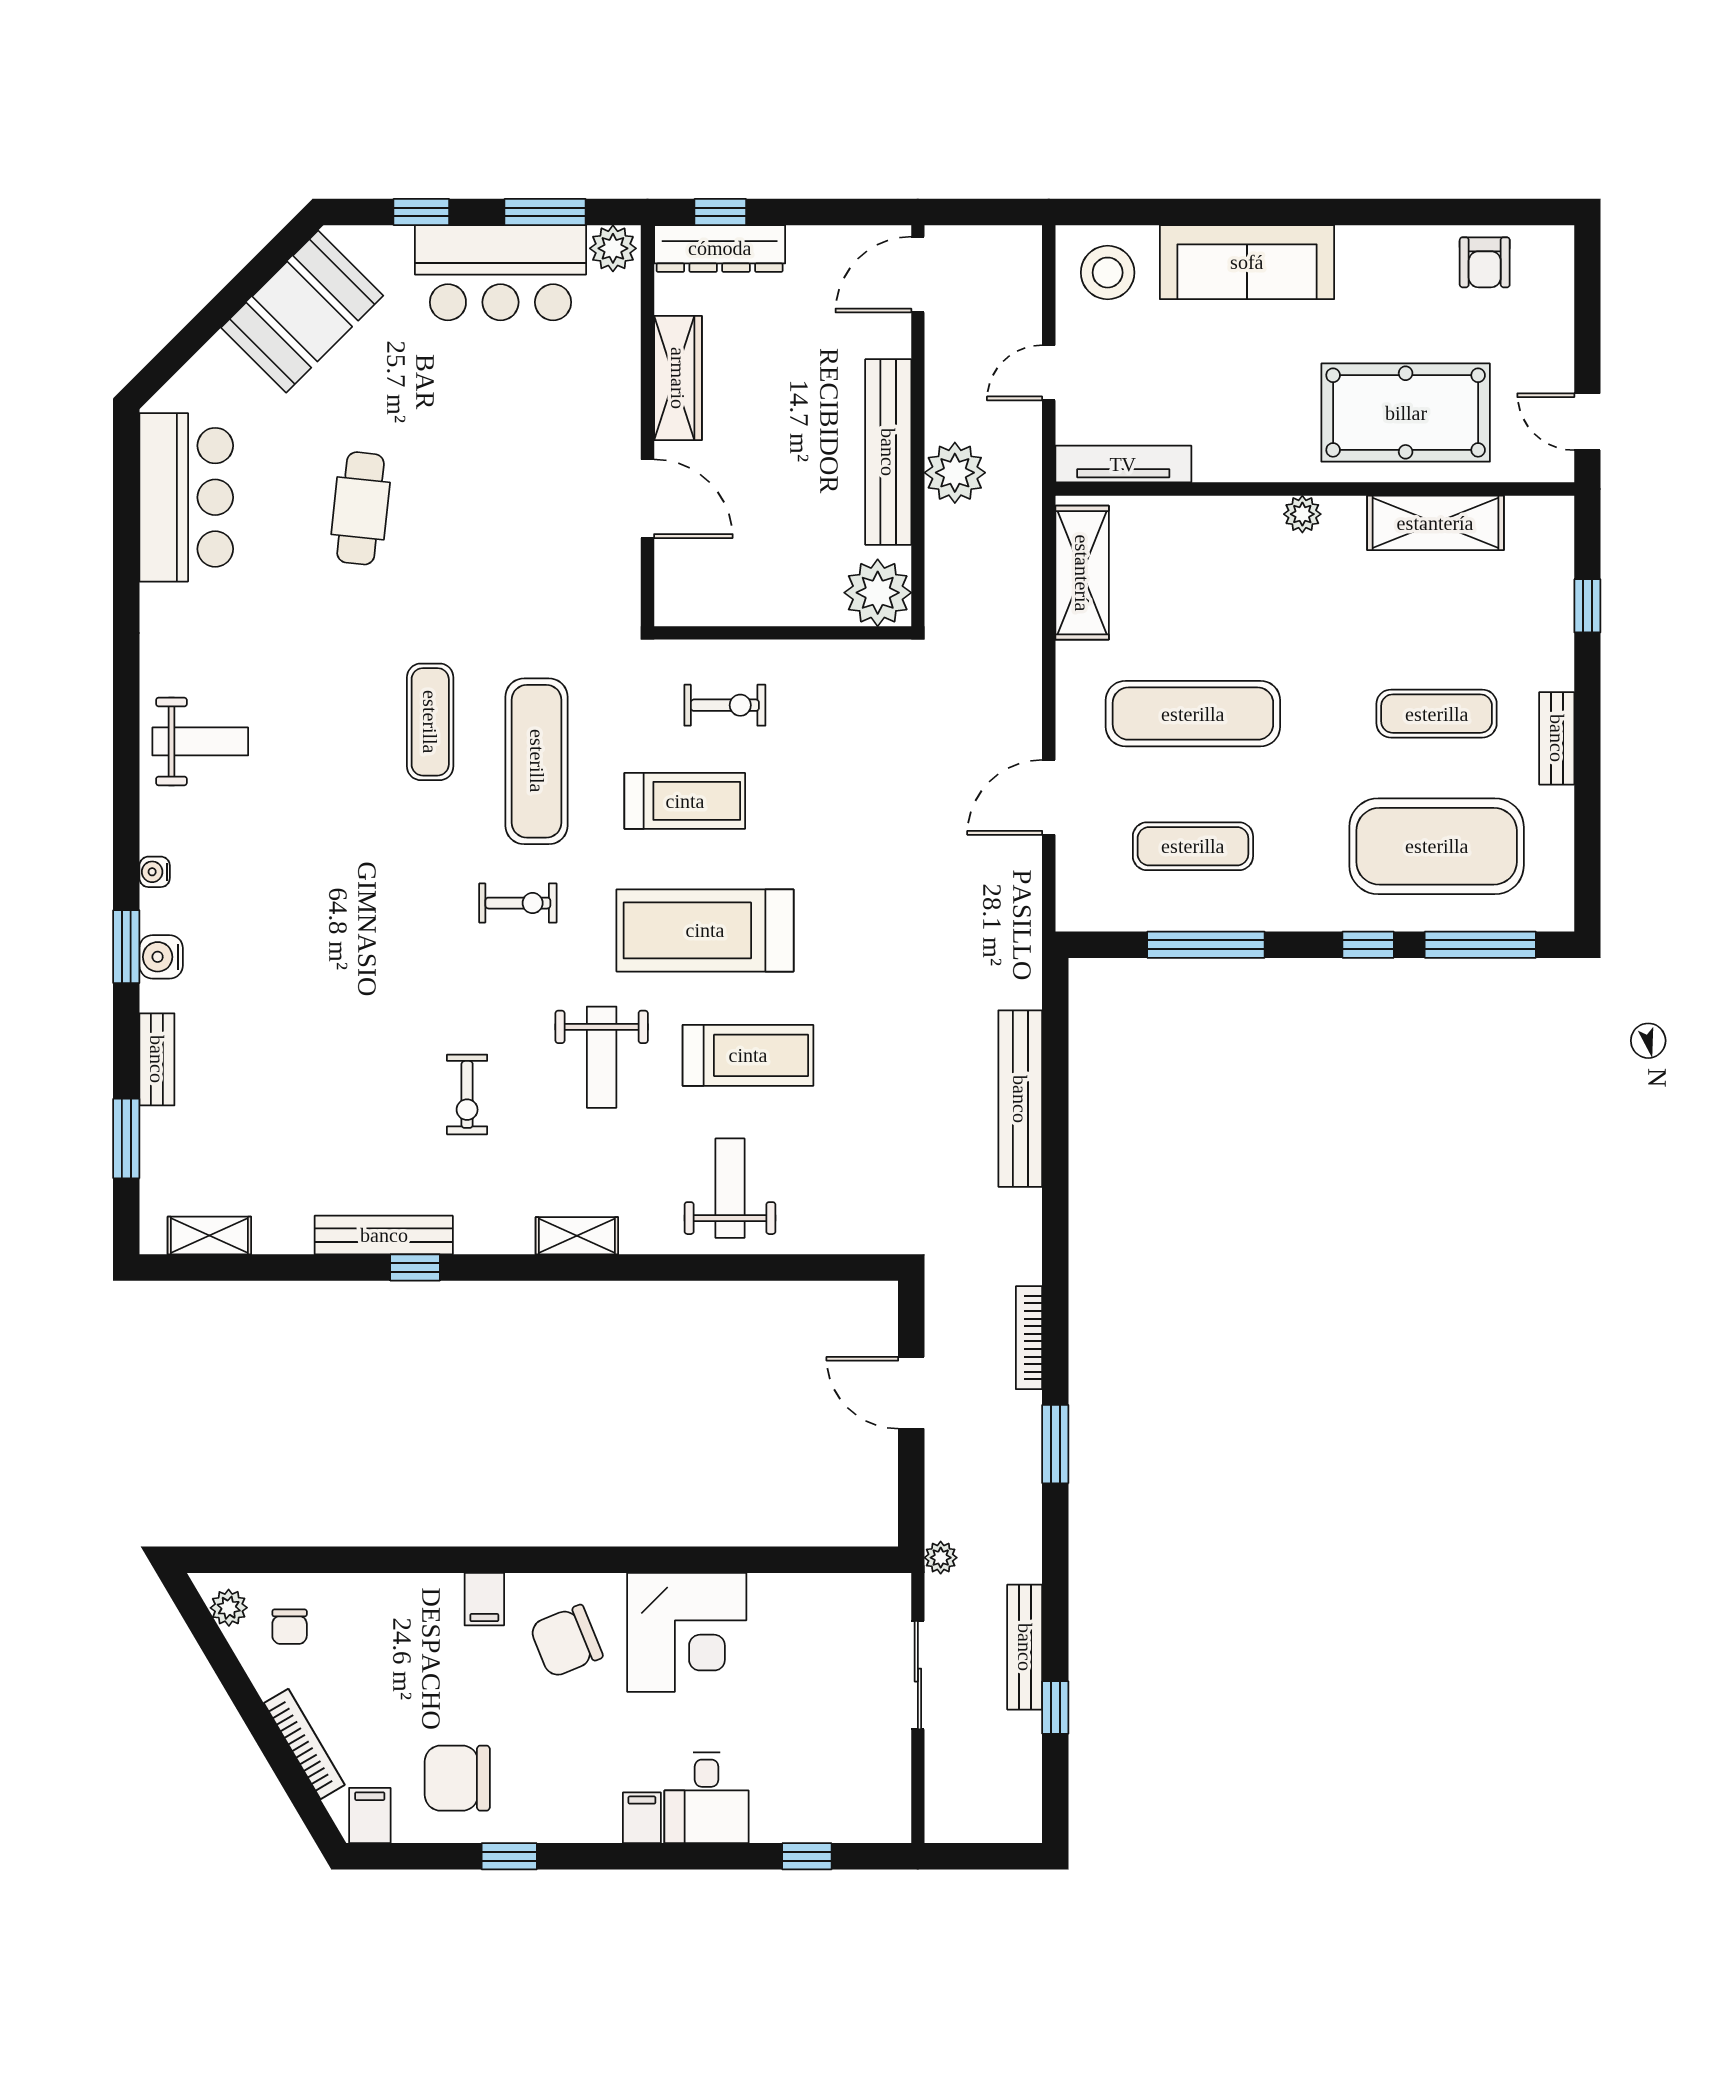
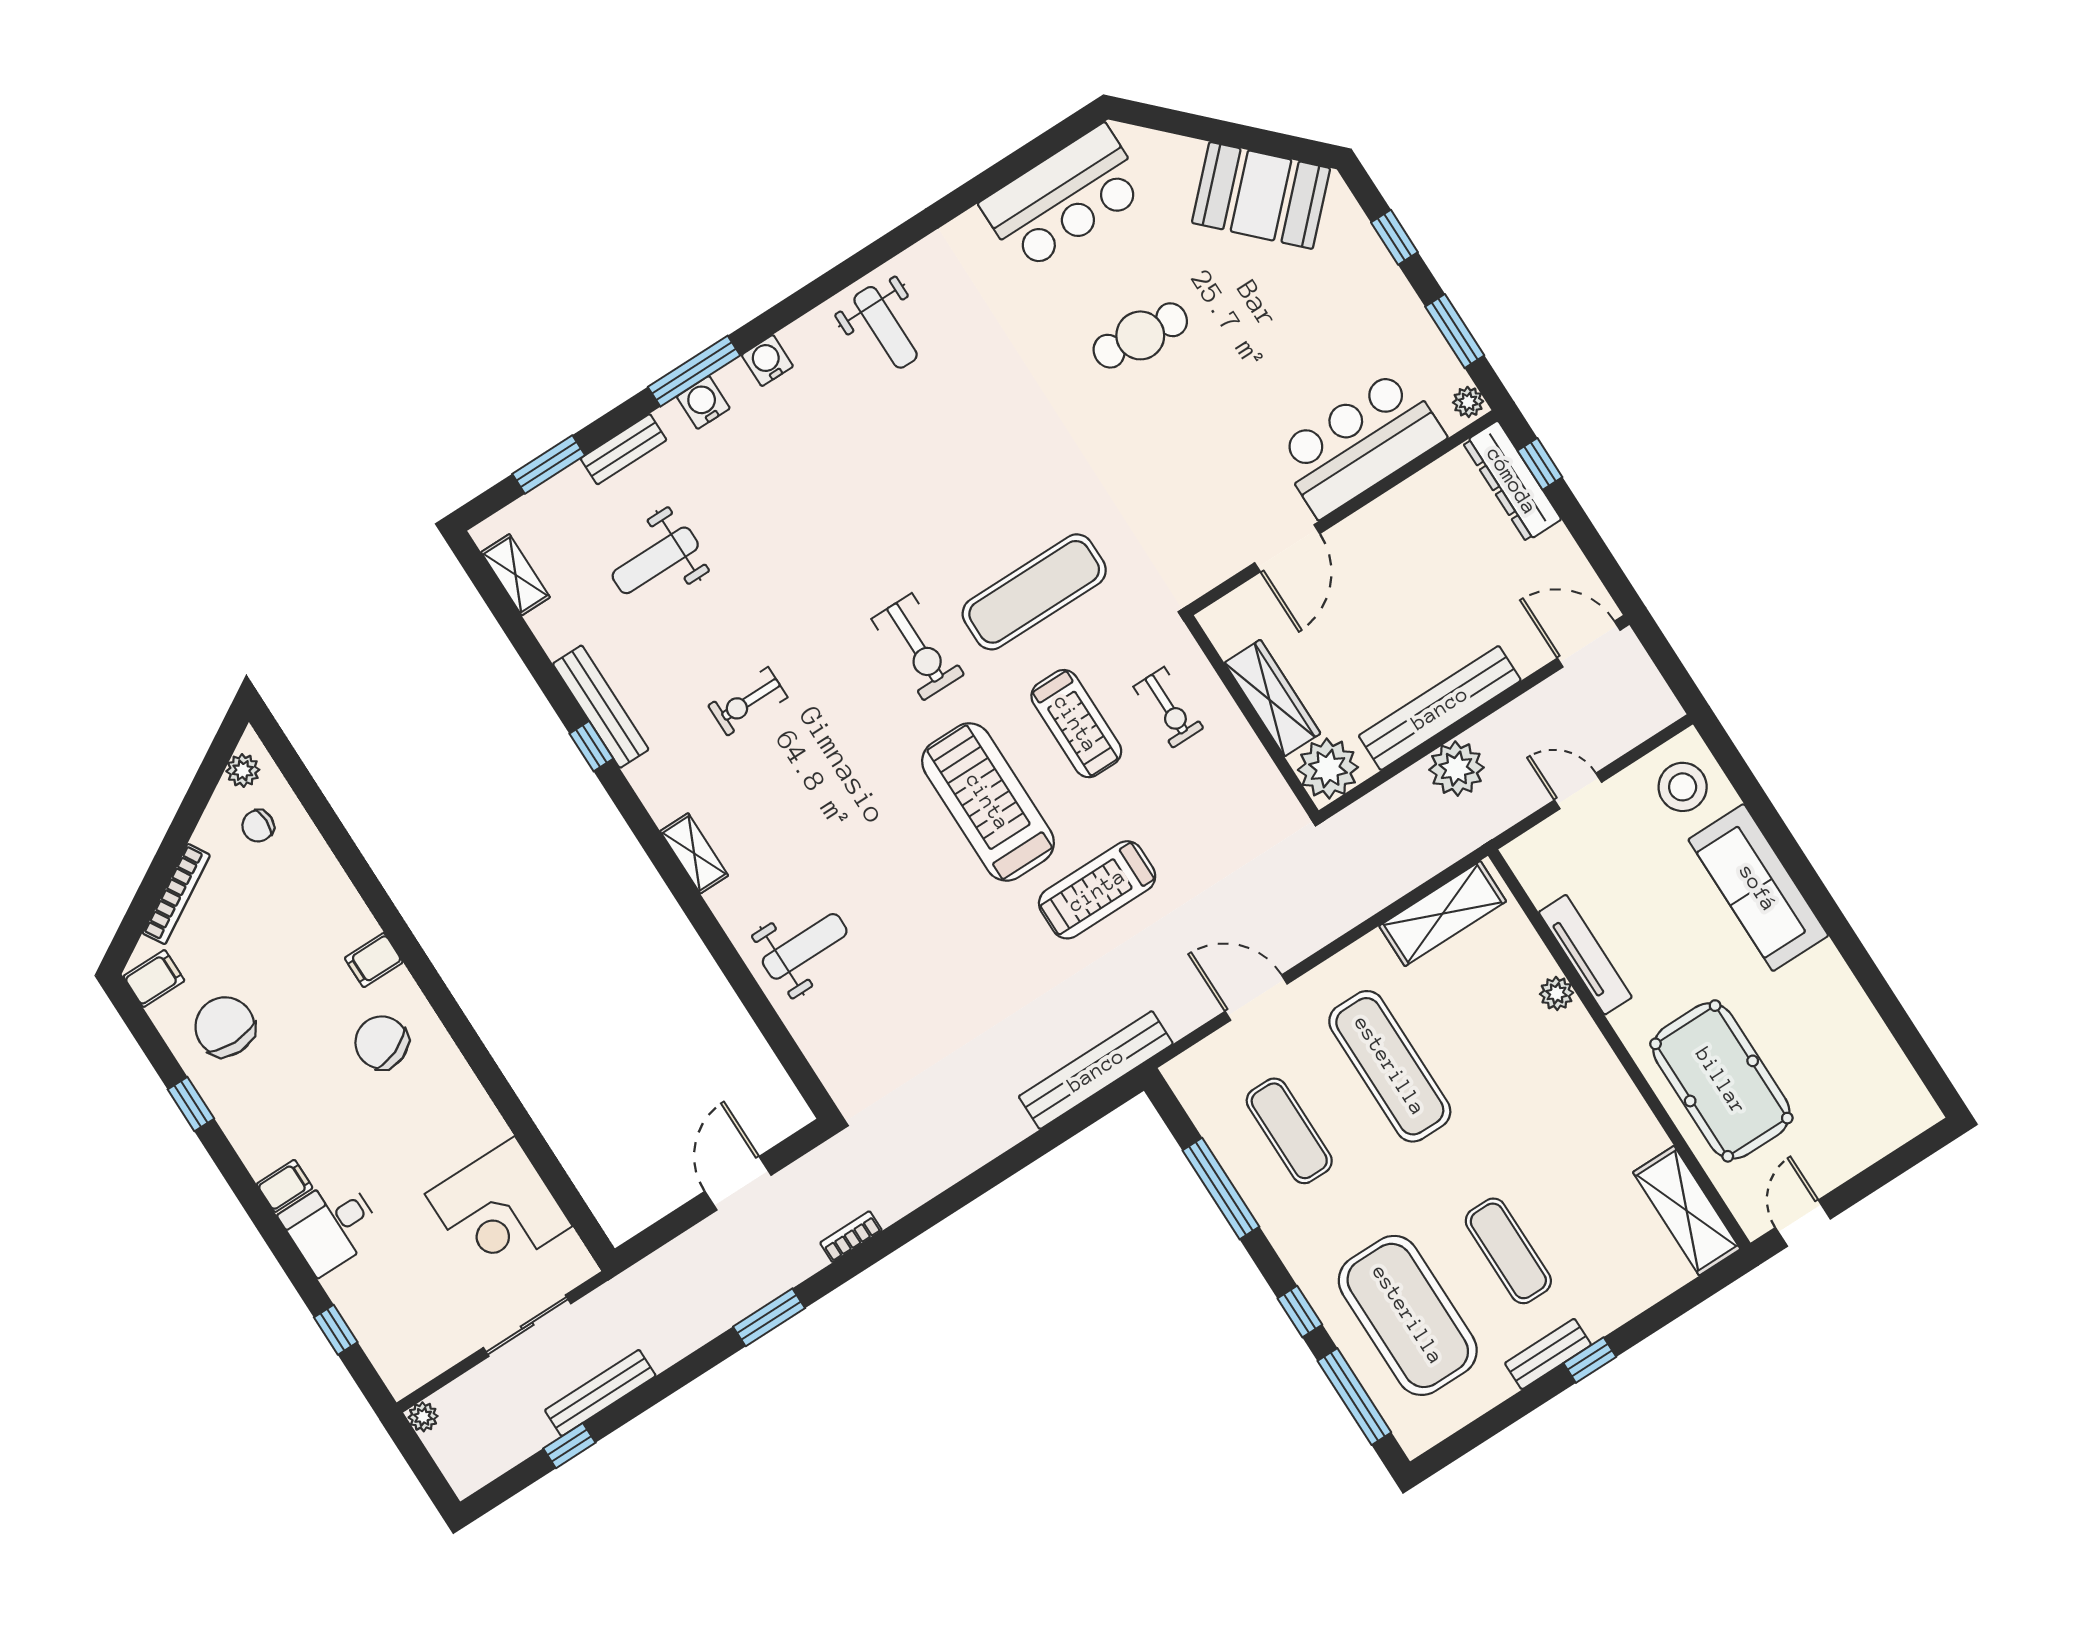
plant: (613, 248) -> (1468, 402), width x0.73, depth x0.73
armchair: (1485, 262) -> (1874, 1068), removed
bar counter: (500, 273) -> (1360, 443), moved, turned 90
wardrobe: (678, 378) -> (1272, 698), moved, turned -90
tv unit: (1123, 464) -> (1585, 955), moved
plant: (1302, 514) -> (1557, 993), moved
shelving: (1435, 523) -> (1687, 1211), moved
window: (1587, 606) -> (1590, 1360), moved
exercise mat: (430, 722) -> (1012, 492), removed
water cooler: (155, 872) -> (767, 361), width x1.38, depth x1.38
exercise bike: (518, 903) -> (918, 647), width x1.38, depth x1.39
window: (126, 947) -> (694, 371), width x1.44
treadmill: (748, 1055) -> (1097, 890), moved, turned 90
weight bench: (602, 1057) -> (655, 560), moved
bench: (1020, 1099) -> (1096, 1070), moved
bookcase: (1029, 1338) -> (851, 1237), width x0.64
plant: (941, 1558) -> (423, 1417), moved
corner desk: (687, 1632) -> (499, 1210), moved

